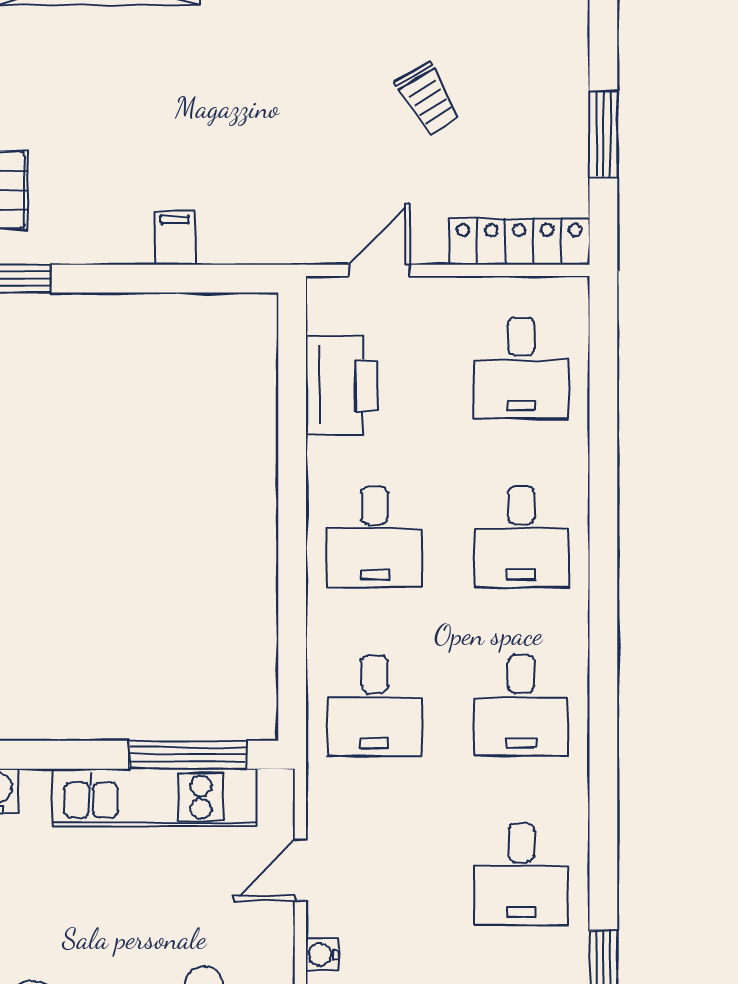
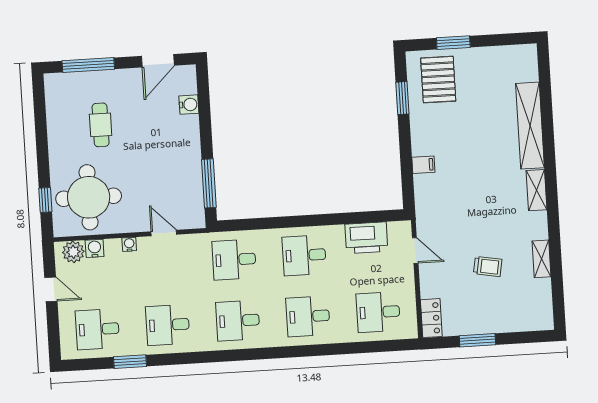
trolley: (428, 99) -> (488, 266), turned -139
locker: (519, 242) -> (431, 318), width x0.66
kitchen unit: (154, 797) -> (190, 170), removed

